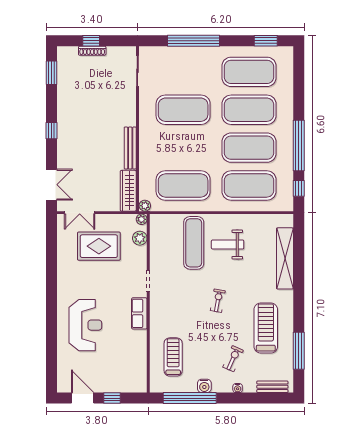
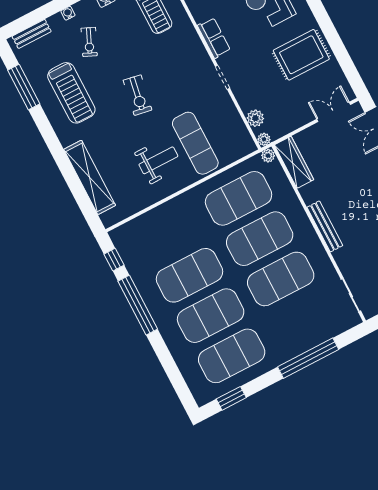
bench: (130, 148) -> (325, 226), moved
exercise mat: (249, 185) -> (260, 239), moved
rug: (99, 246) -> (301, 55), moved
exercise bike: (218, 301) -> (138, 95), width x1.38, depth x1.39

